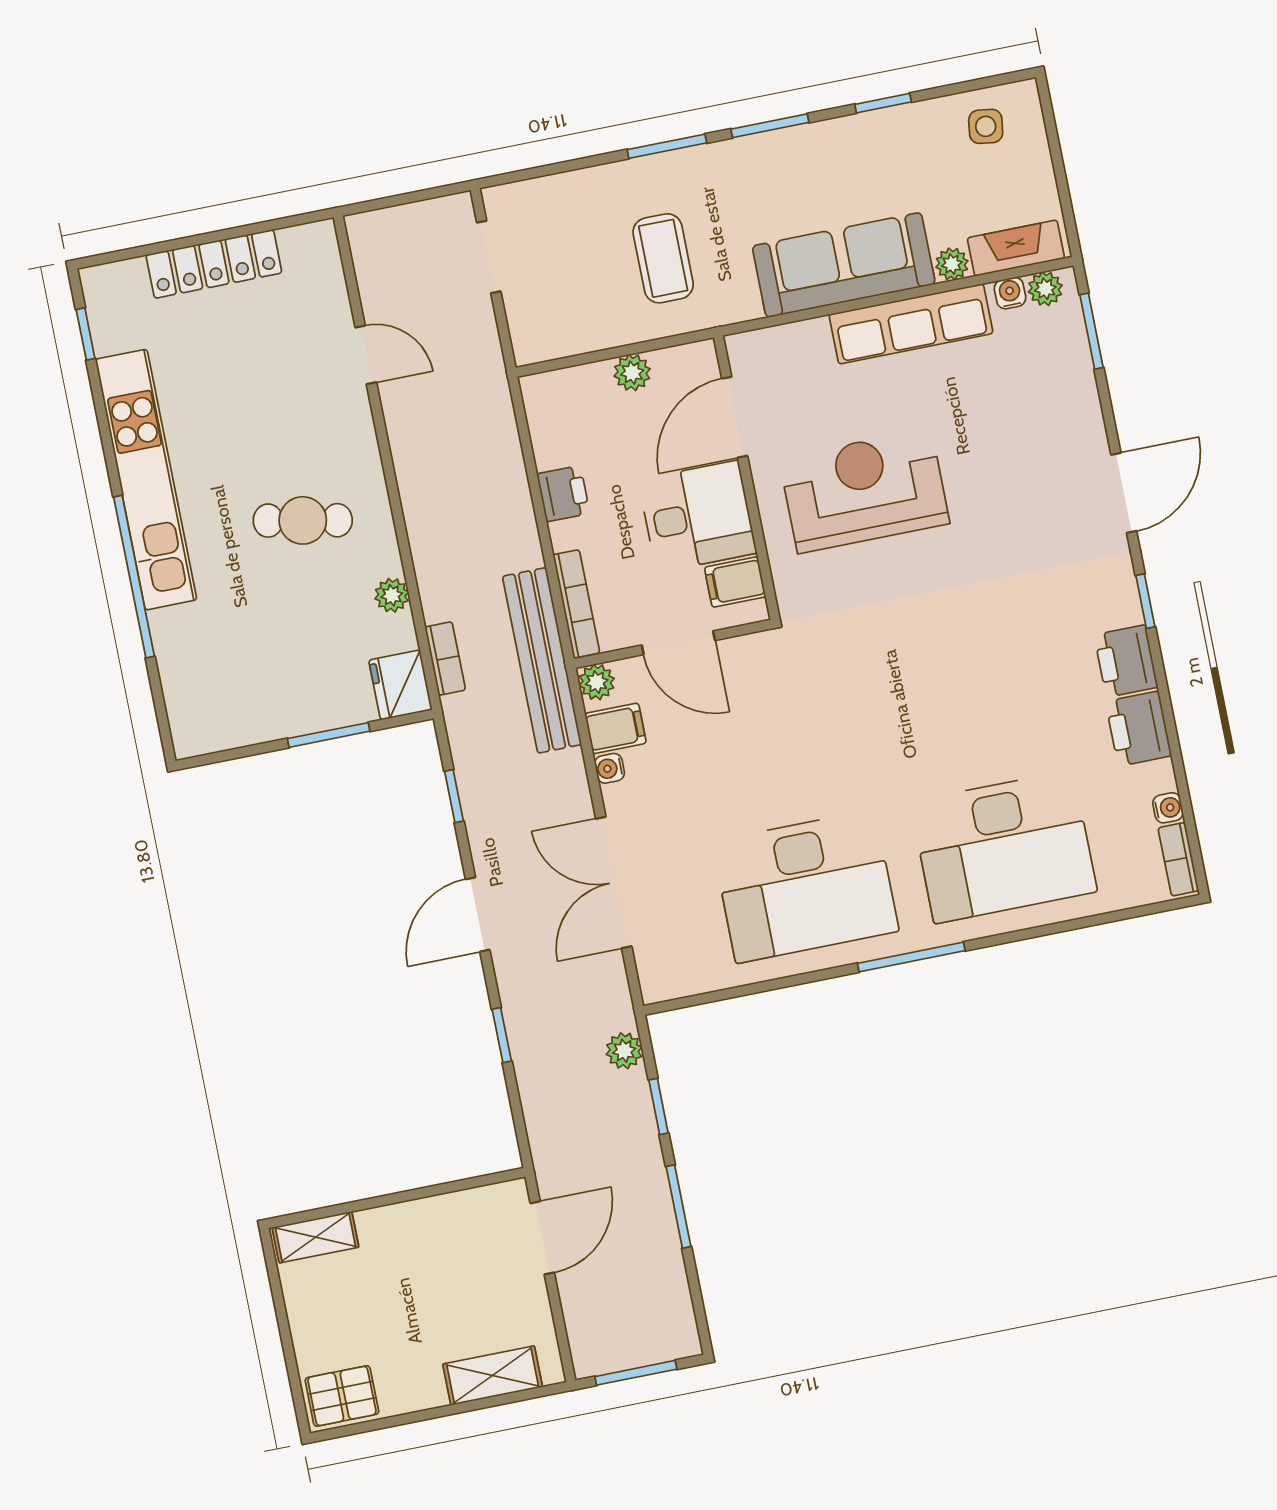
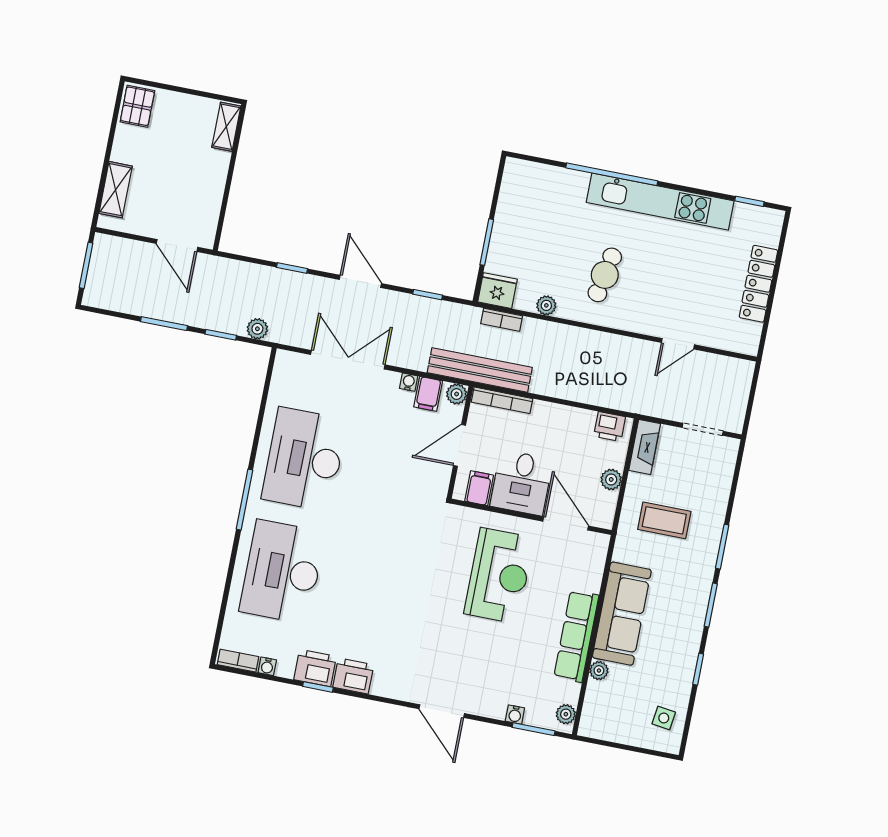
fireplace: (1016, 248) -> (645, 447), moved
water cooler: (1010, 293) -> (515, 715), moved, turned 90
printer: (563, 494) -> (610, 426), moved
window: (1145, 601) -> (318, 687), moved

